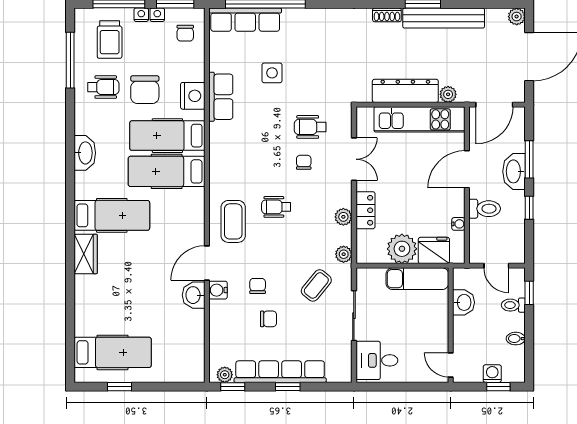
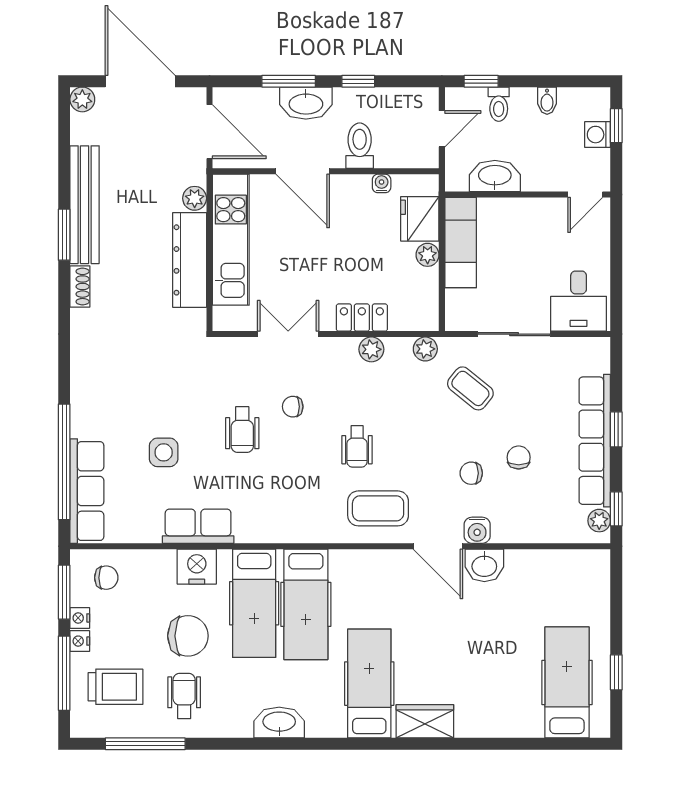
wheelchair: (310, 127) -> (242, 430), moved
plant: (402, 249) -> (428, 255), width x0.53, depth x0.53
washbasin: (463, 302) -> (495, 176), width x1.38

